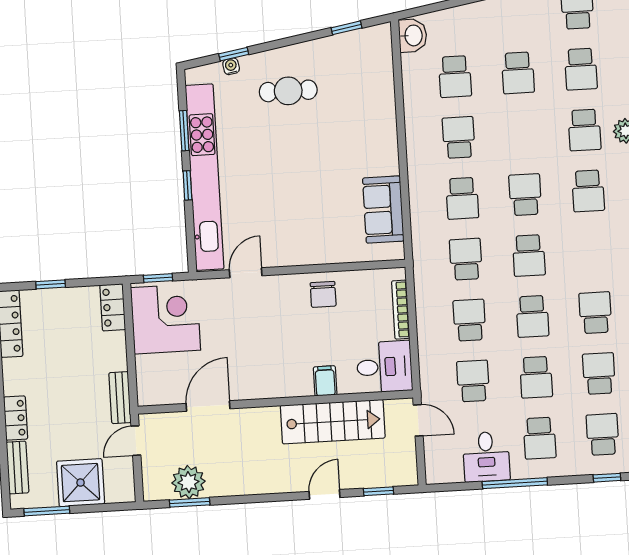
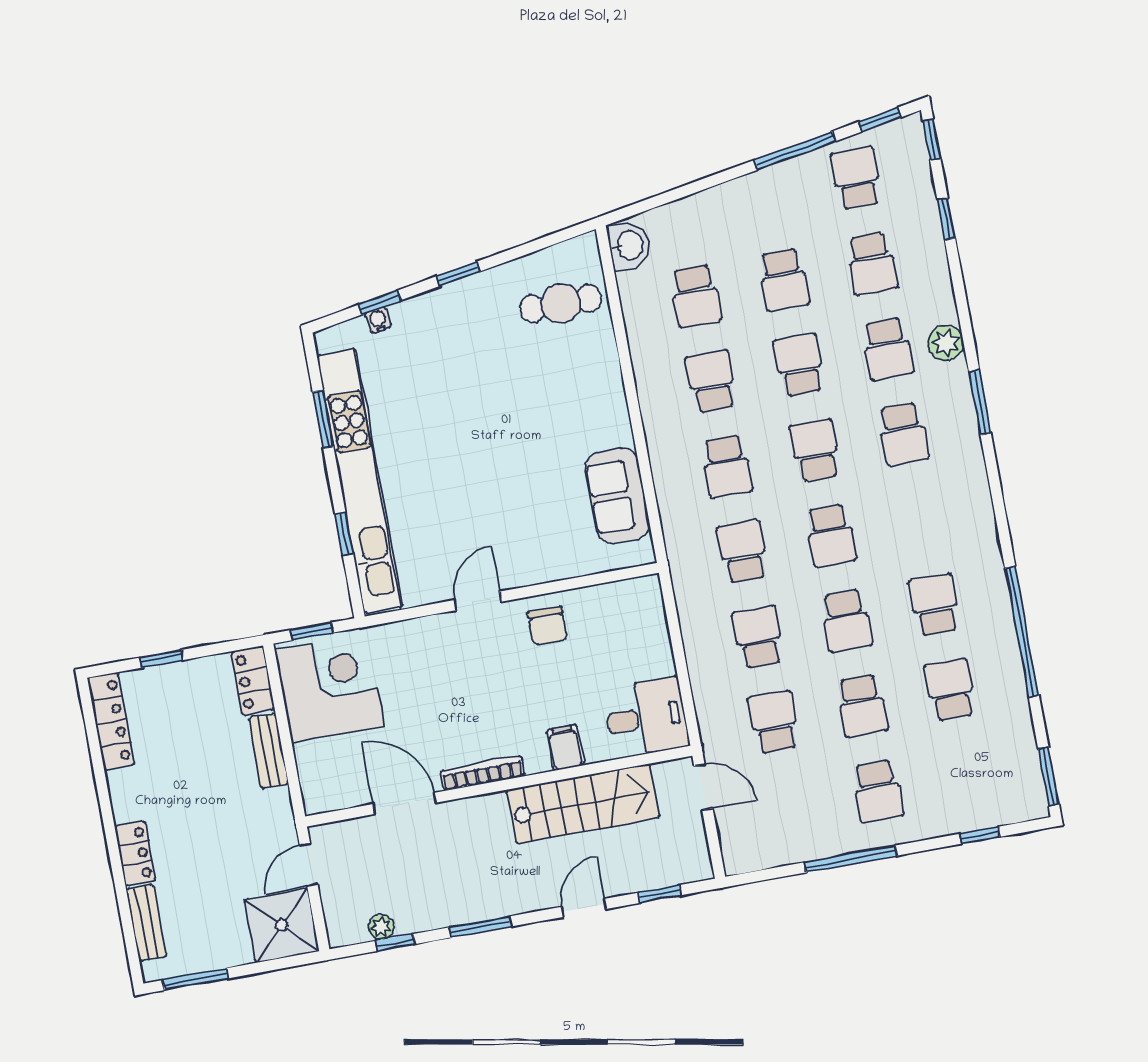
window: (346, 28) -> (458, 274), moved
cafe table: (288, 91) -> (561, 304), moved
window: (187, 185) -> (344, 534), moved
door: (246, 273) -> (478, 601), moved
bookcase: (401, 310) -> (483, 773), moved, turned 90
bench: (120, 398) -> (269, 751), moved
door: (208, 406) -> (404, 803), hinge flipped
school desk: (603, 434) -> (799, 365), moved
desk: (486, 457) -> (806, 827), removed
plant: (188, 482) -> (381, 927), width x0.53, depth x0.53
shower: (81, 483) -> (282, 925), moved
window: (250, 499) -> (480, 927), added
window: (190, 502) -> (395, 943), width x0.67

